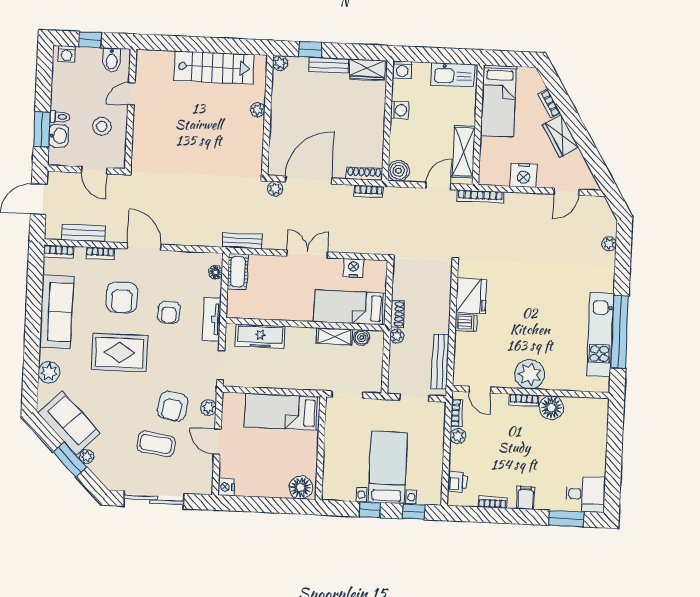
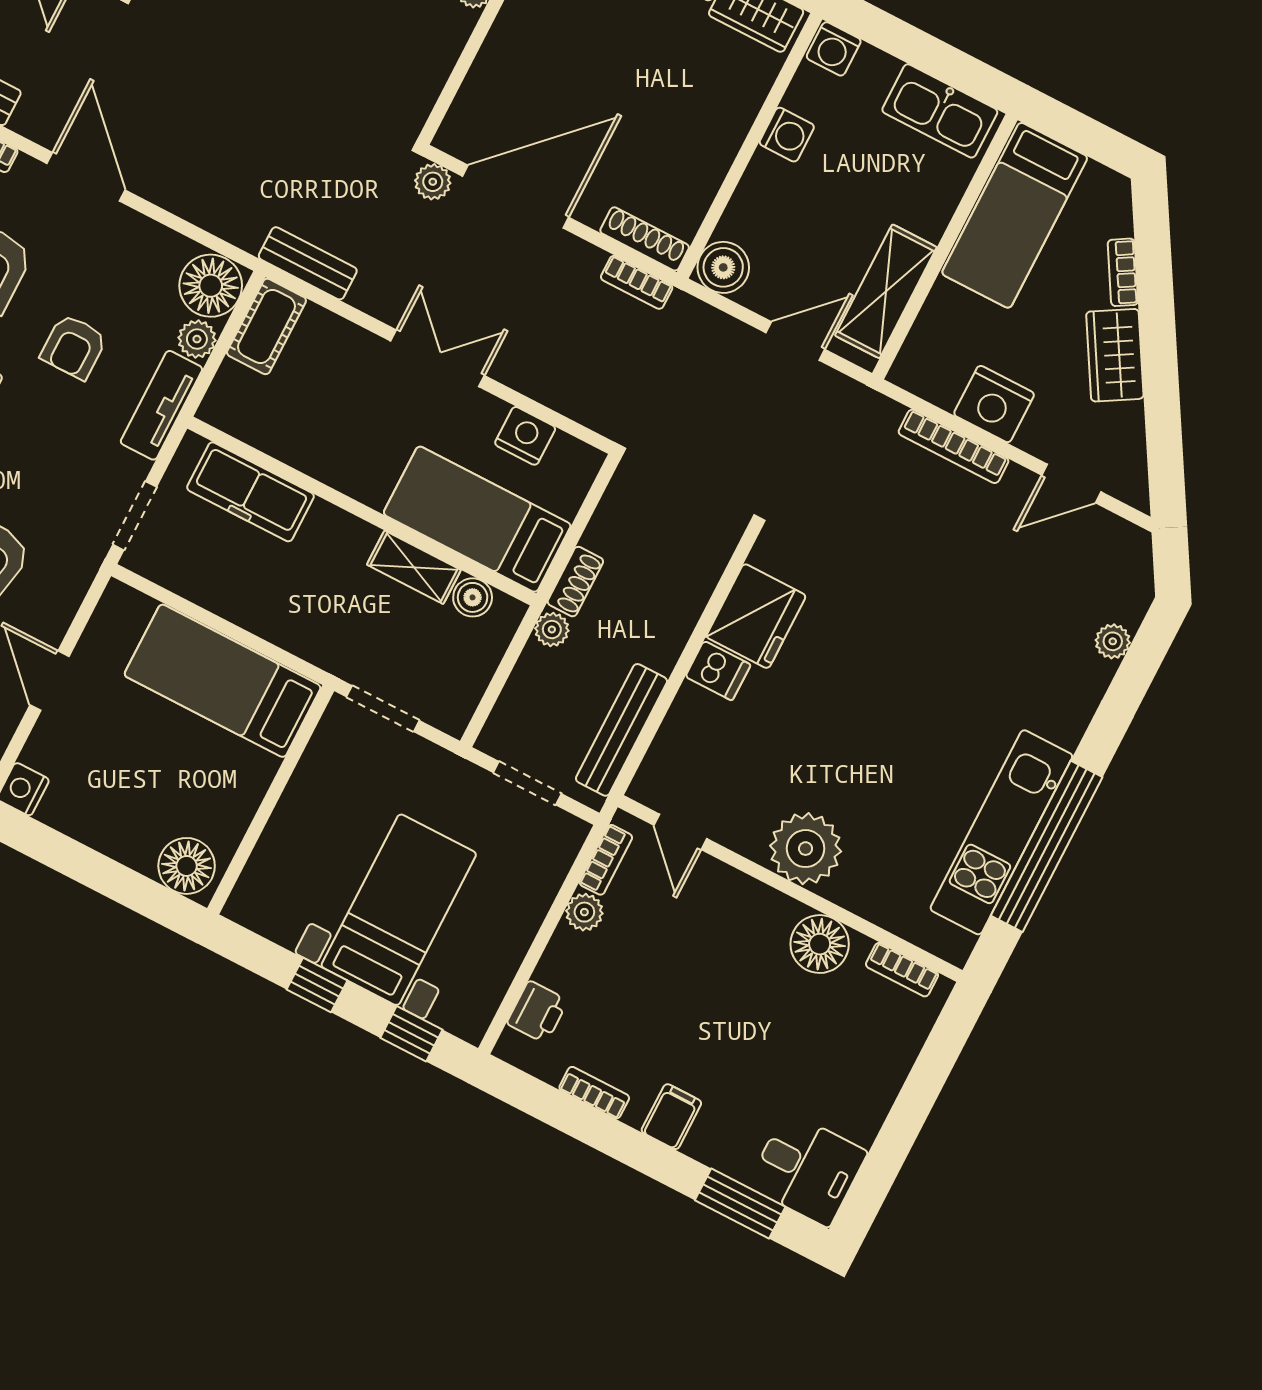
bookcase: (480, 197) -> (953, 446), moved
floor lamp: (216, 272) -> (211, 286), width x1.89, depth x1.89
bookcase: (524, 400) -> (902, 970), moved
plant: (208, 408) -> (197, 339), moved

